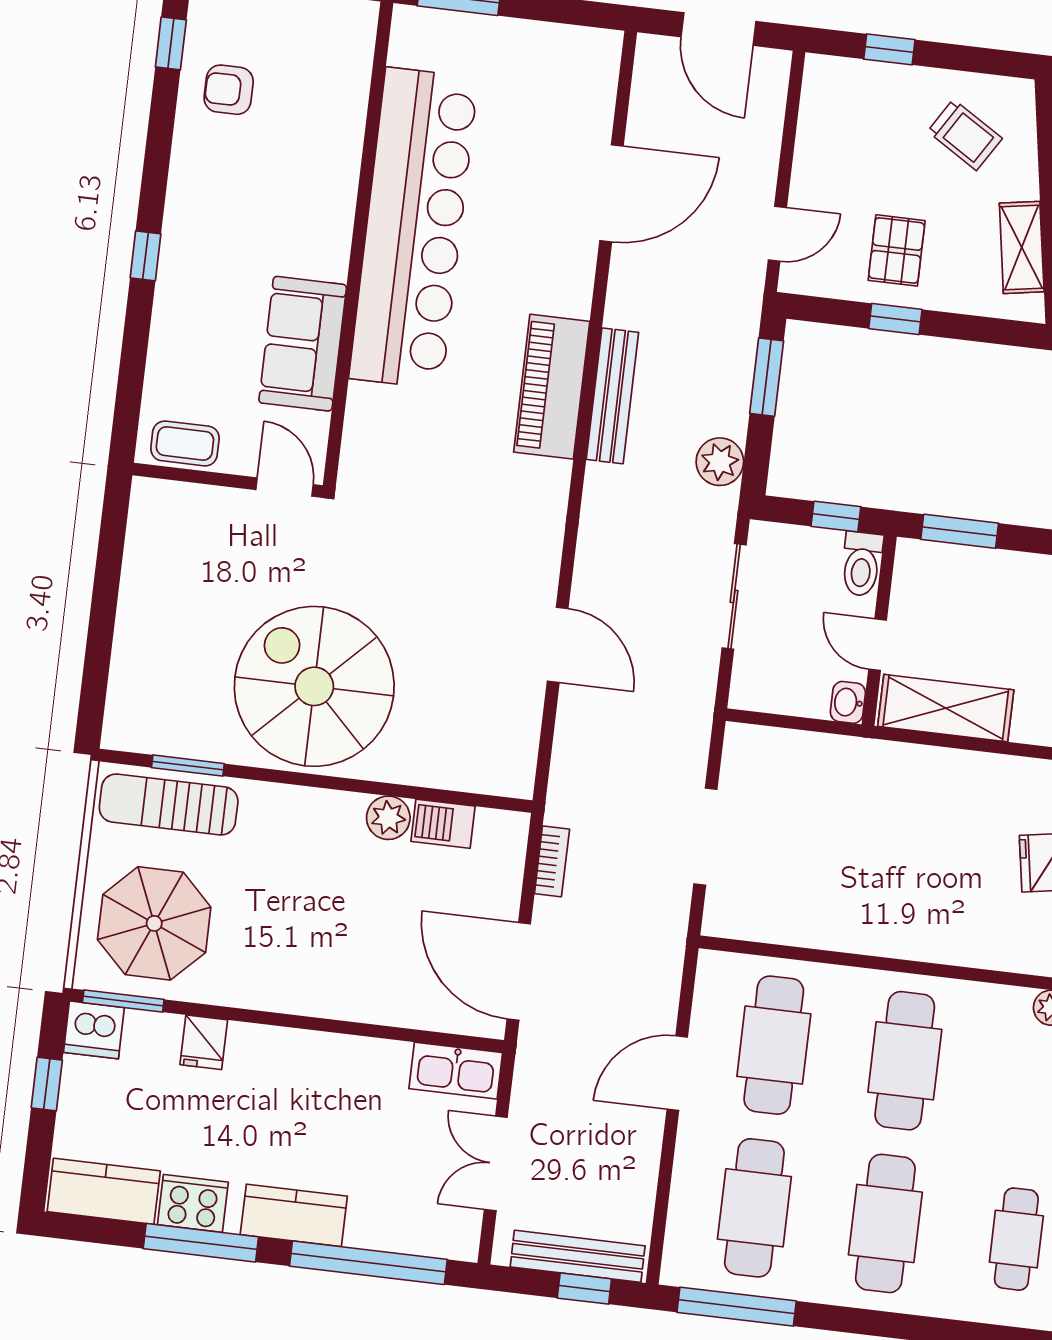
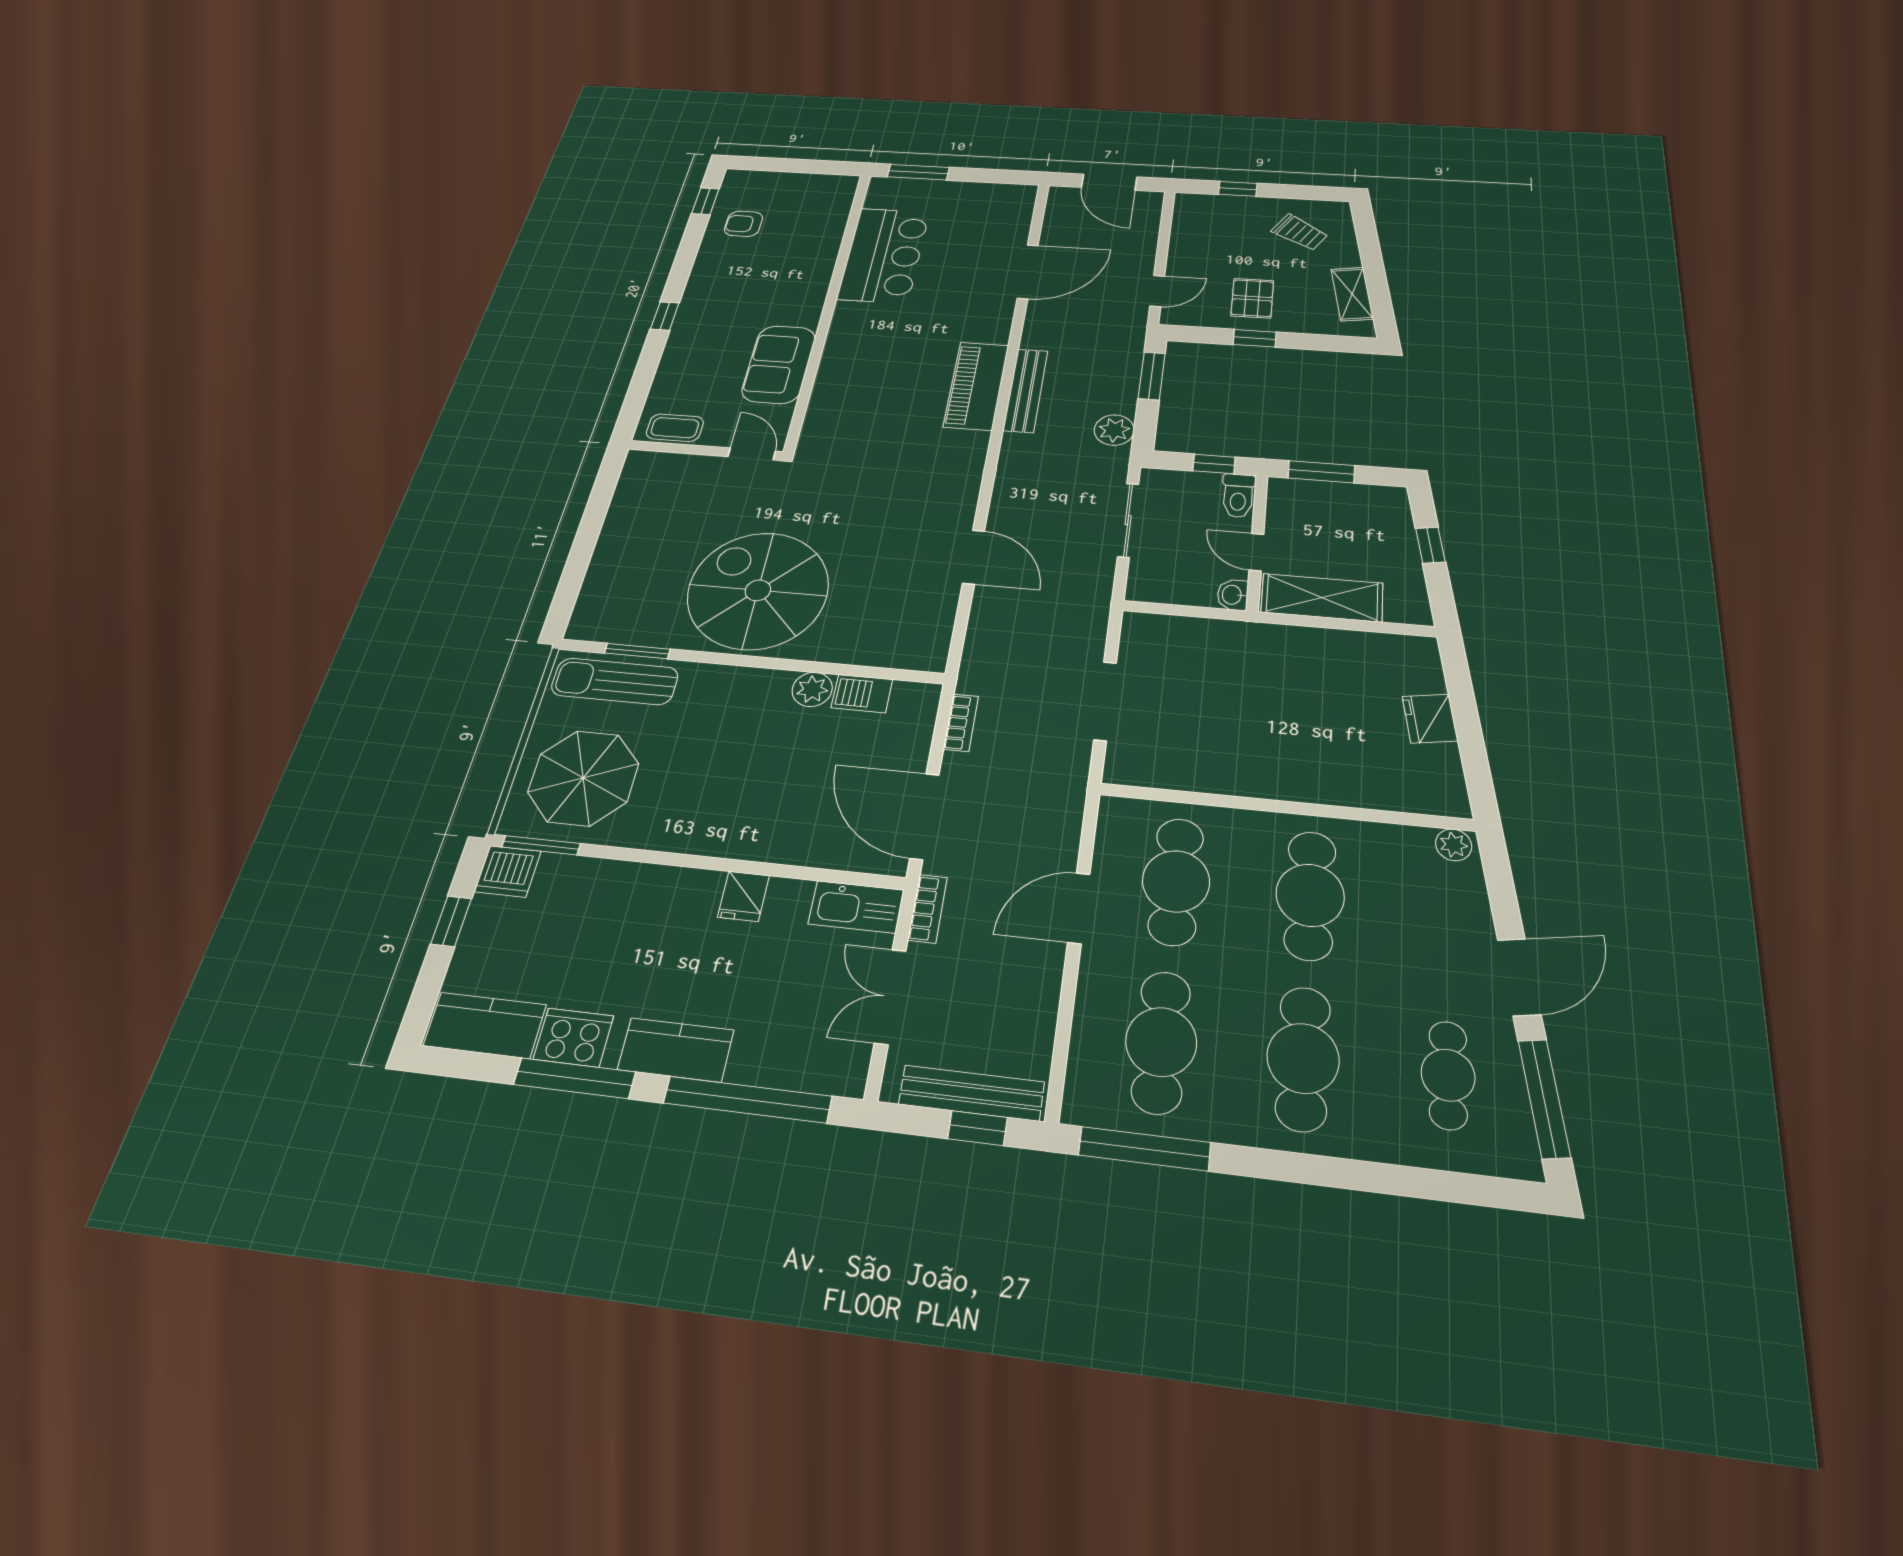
bar counter: (414, 228) -> (884, 255), width x0.54
fridge: (204, 1042) -> (744, 896), moved
bookcase: (527, 1073) -> (928, 909), added

